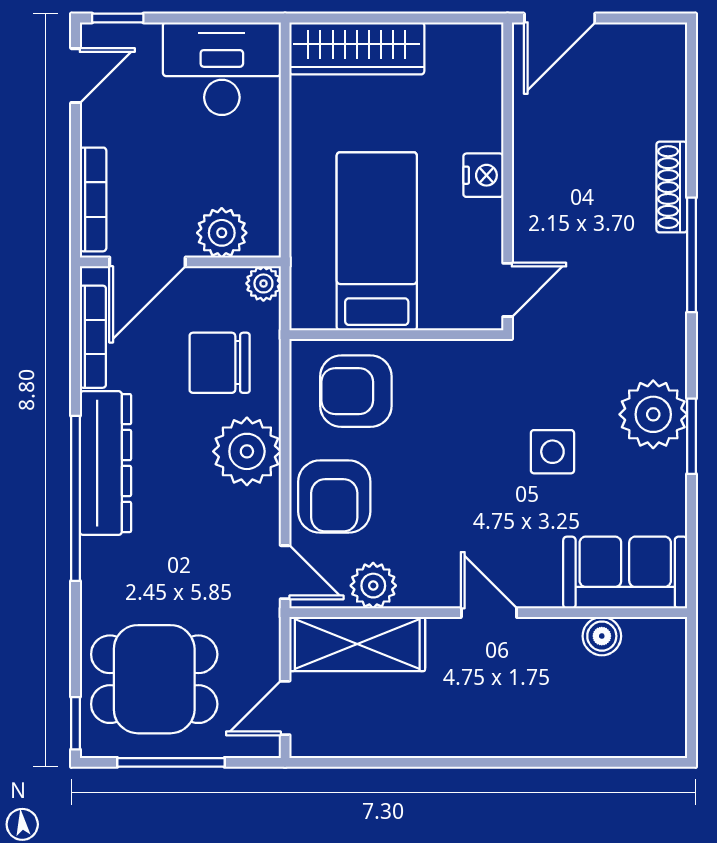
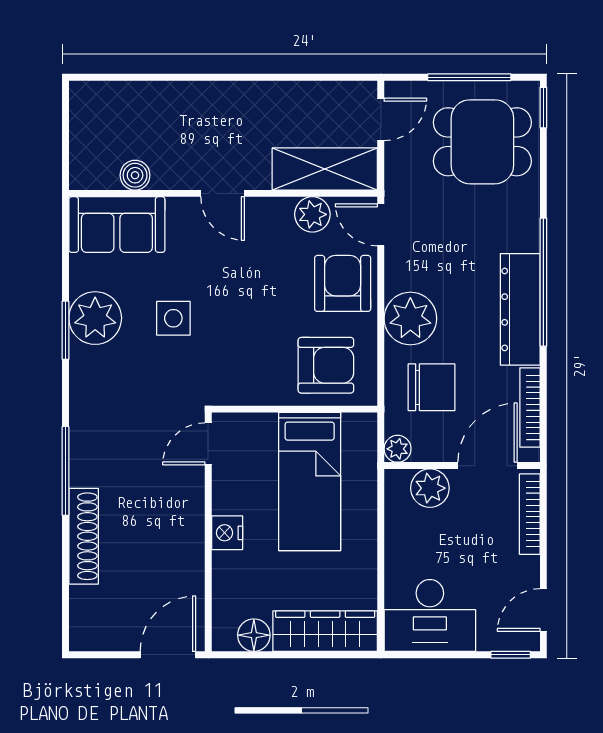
floor lamp: (449, 43) -> (254, 635), added
shoe rack: (672, 187) -> (84, 536), width x1.36, depth x1.24
plant: (653, 414) -> (95, 318), moved

